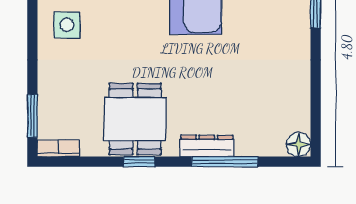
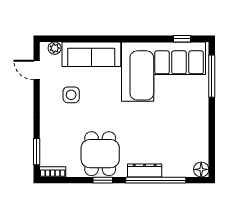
side table: (67, 25) -> (71, 95), moved
window: (225, 162) -> (156, 180), width x1.46

